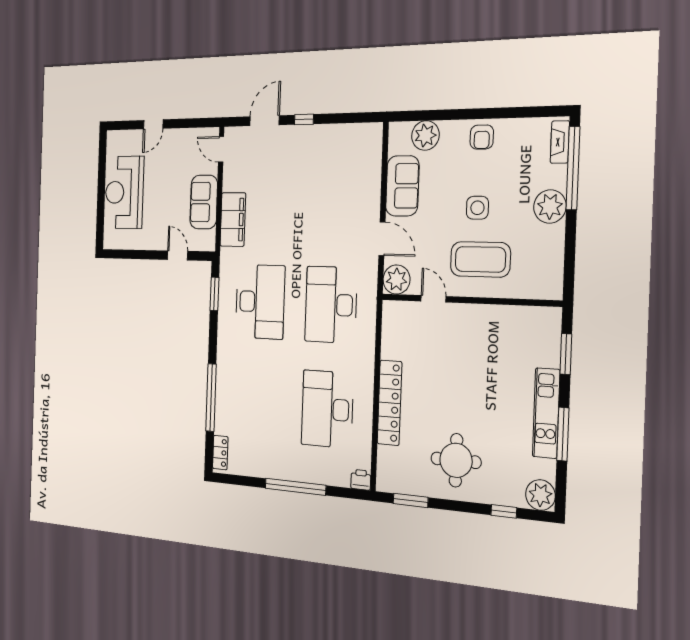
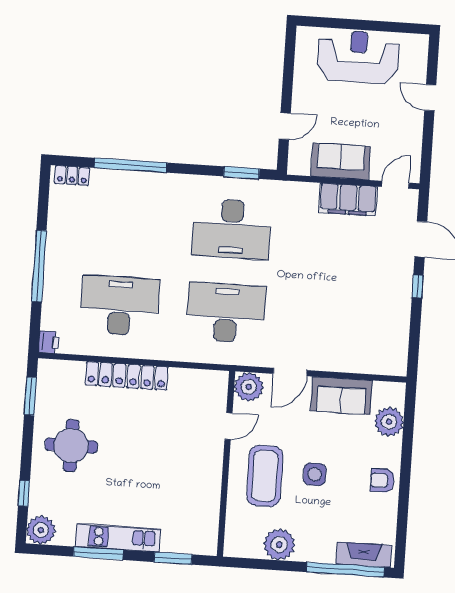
fireplace: (560, 142) -> (364, 555), width x1.37, depth x1.32
plant: (550, 207) -> (279, 544), moved
filing cabinet: (233, 219) -> (348, 200), moved

